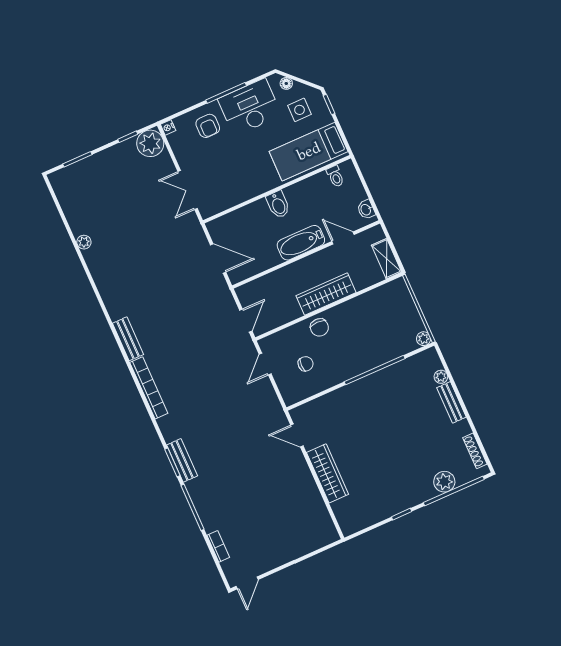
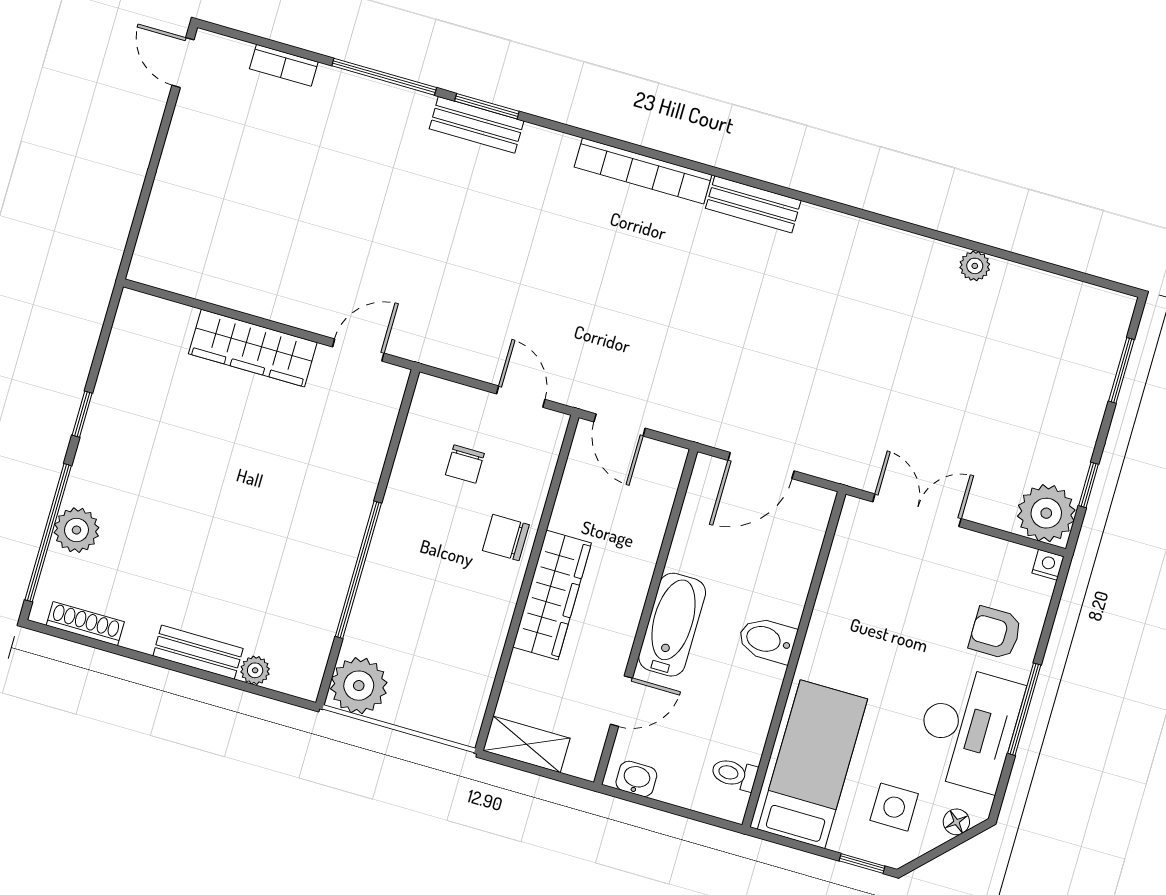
plant: (424, 339) -> (359, 686), width x1.88, depth x1.88

